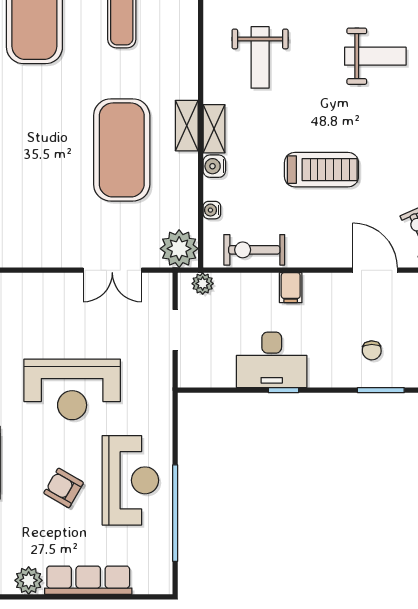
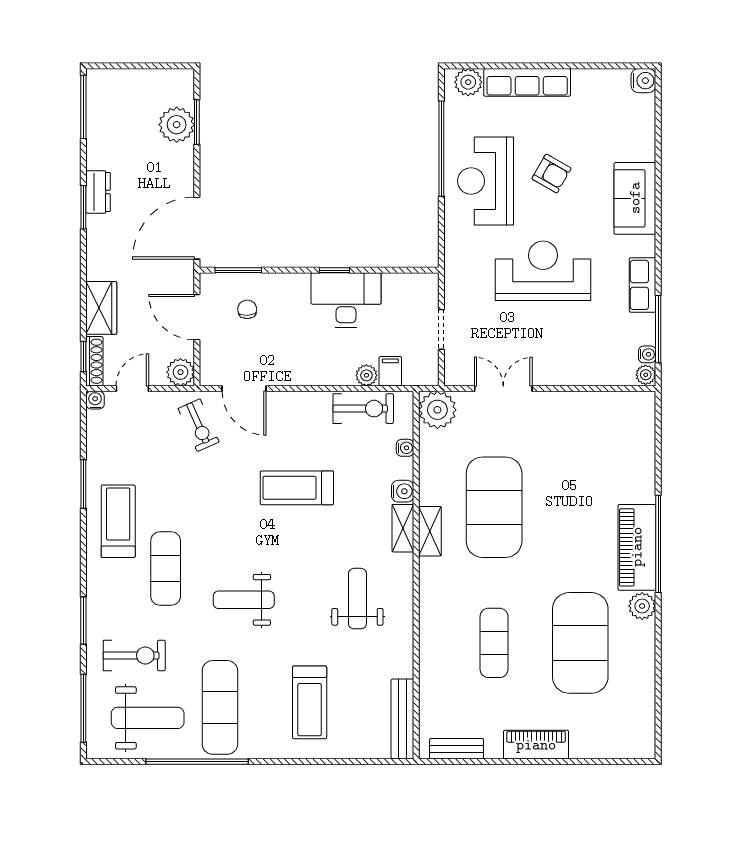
plant: (203, 284) -> (366, 375), moved
filing cabinet: (291, 288) -> (390, 371), moved
plant: (29, 580) -> (468, 82), moved

